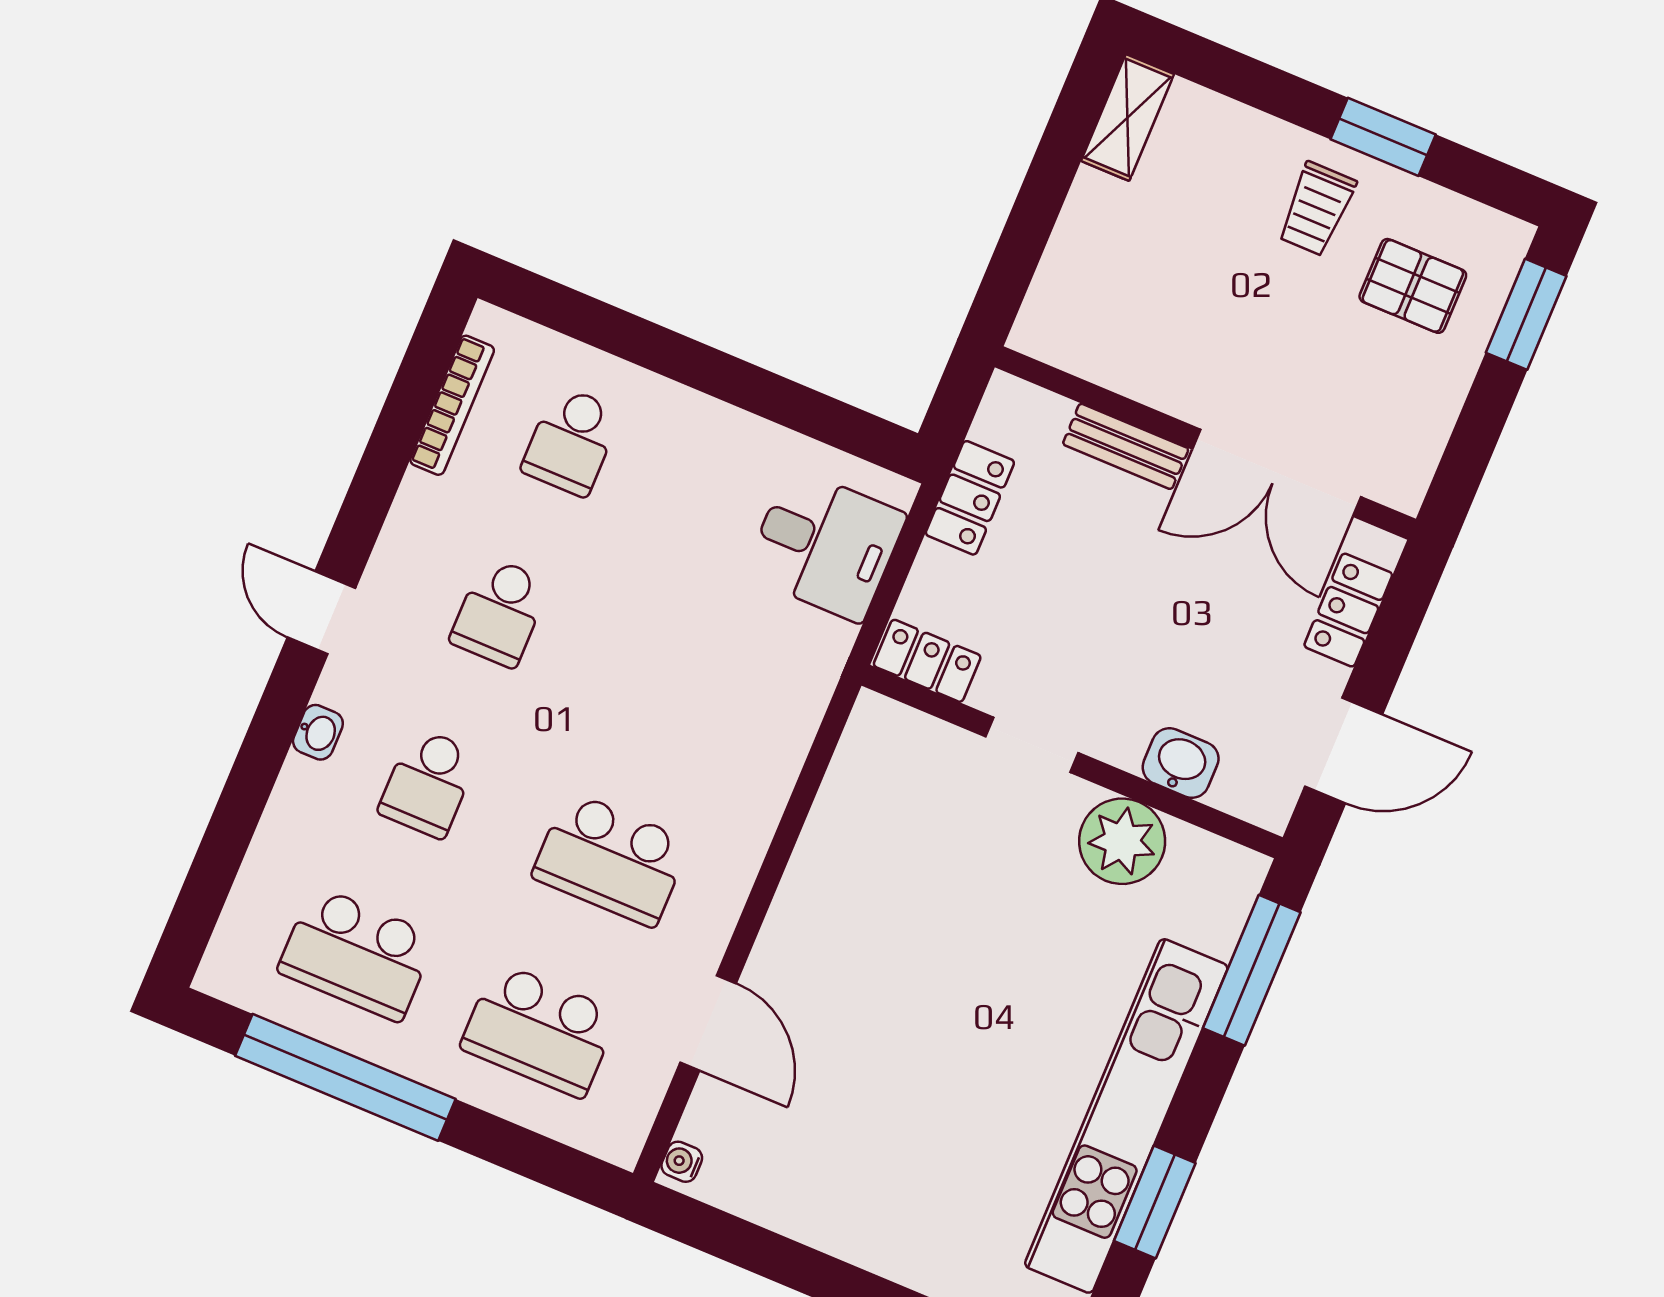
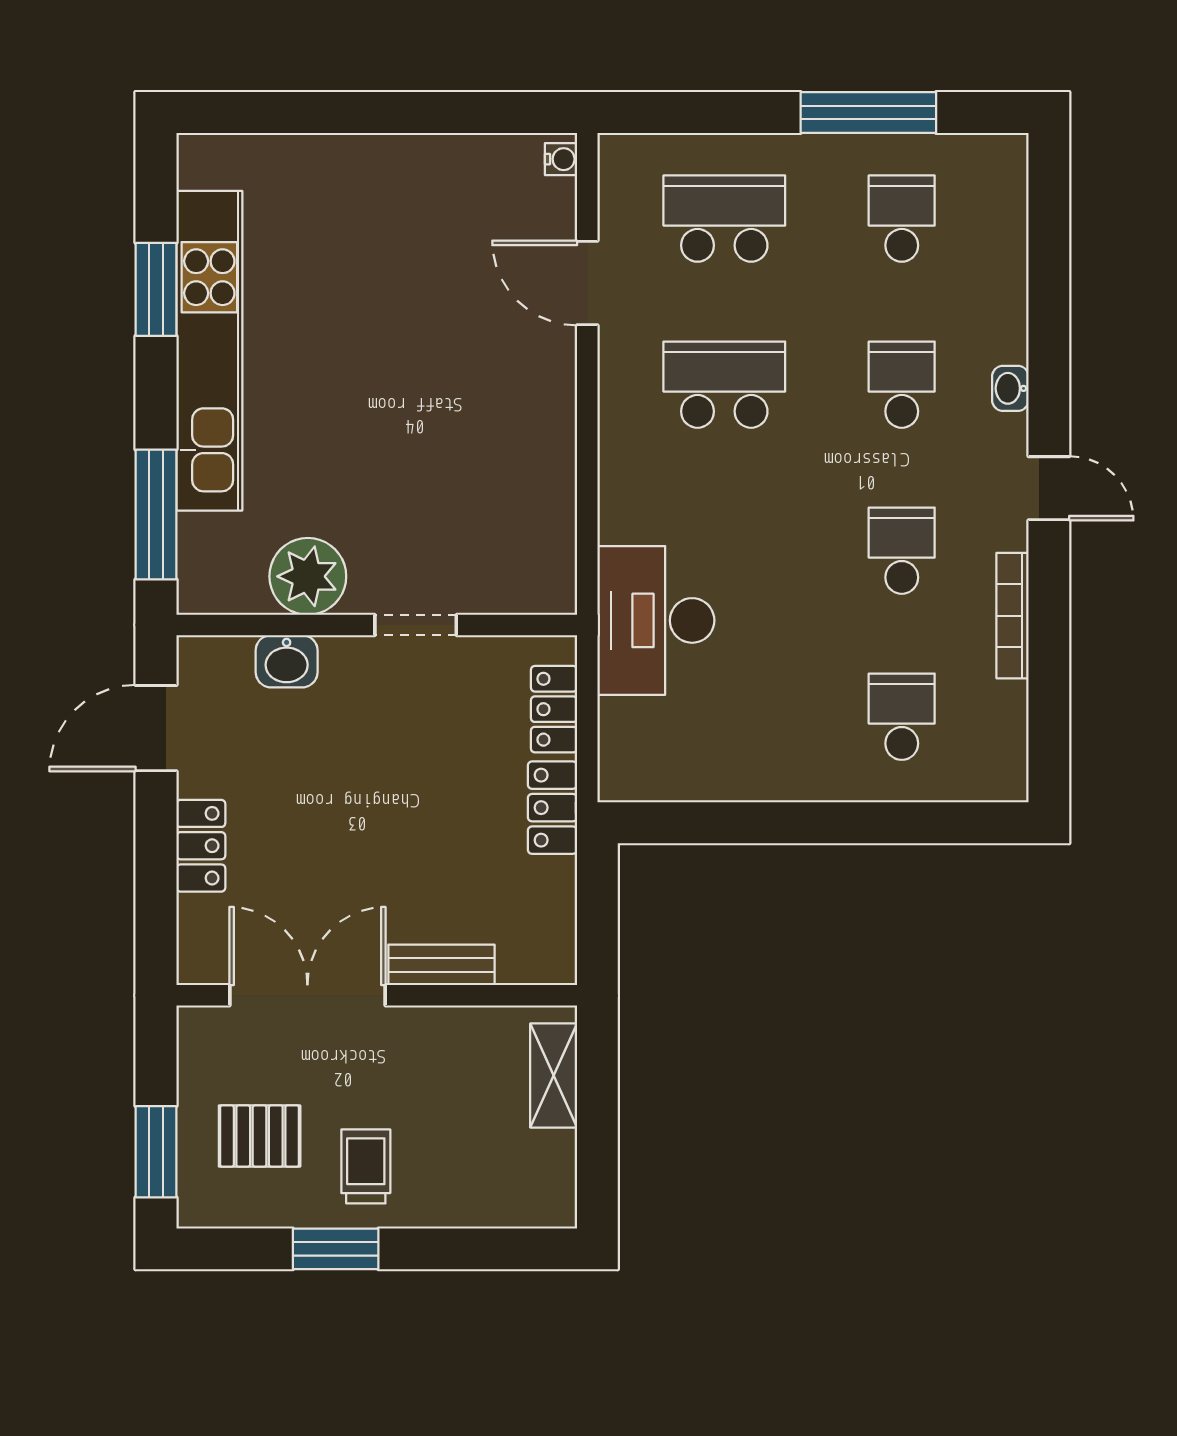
shelving: (1128, 118) -> (554, 1075), moved
bookcase: (452, 405) -> (1013, 616), moved
wall: (1205, 443) -> (377, 995), moved
bench: (1126, 446) -> (441, 965), moved
double door: (1277, 473) -> (307, 995), moved
desk: (825, 545) -> (656, 620), moved, width x1.37
locker: (927, 661) -> (554, 709), moved, turned 90
school desk: (357, 954) -> (902, 219), width x0.54
window: (345, 1077) -> (868, 113), width x0.68

